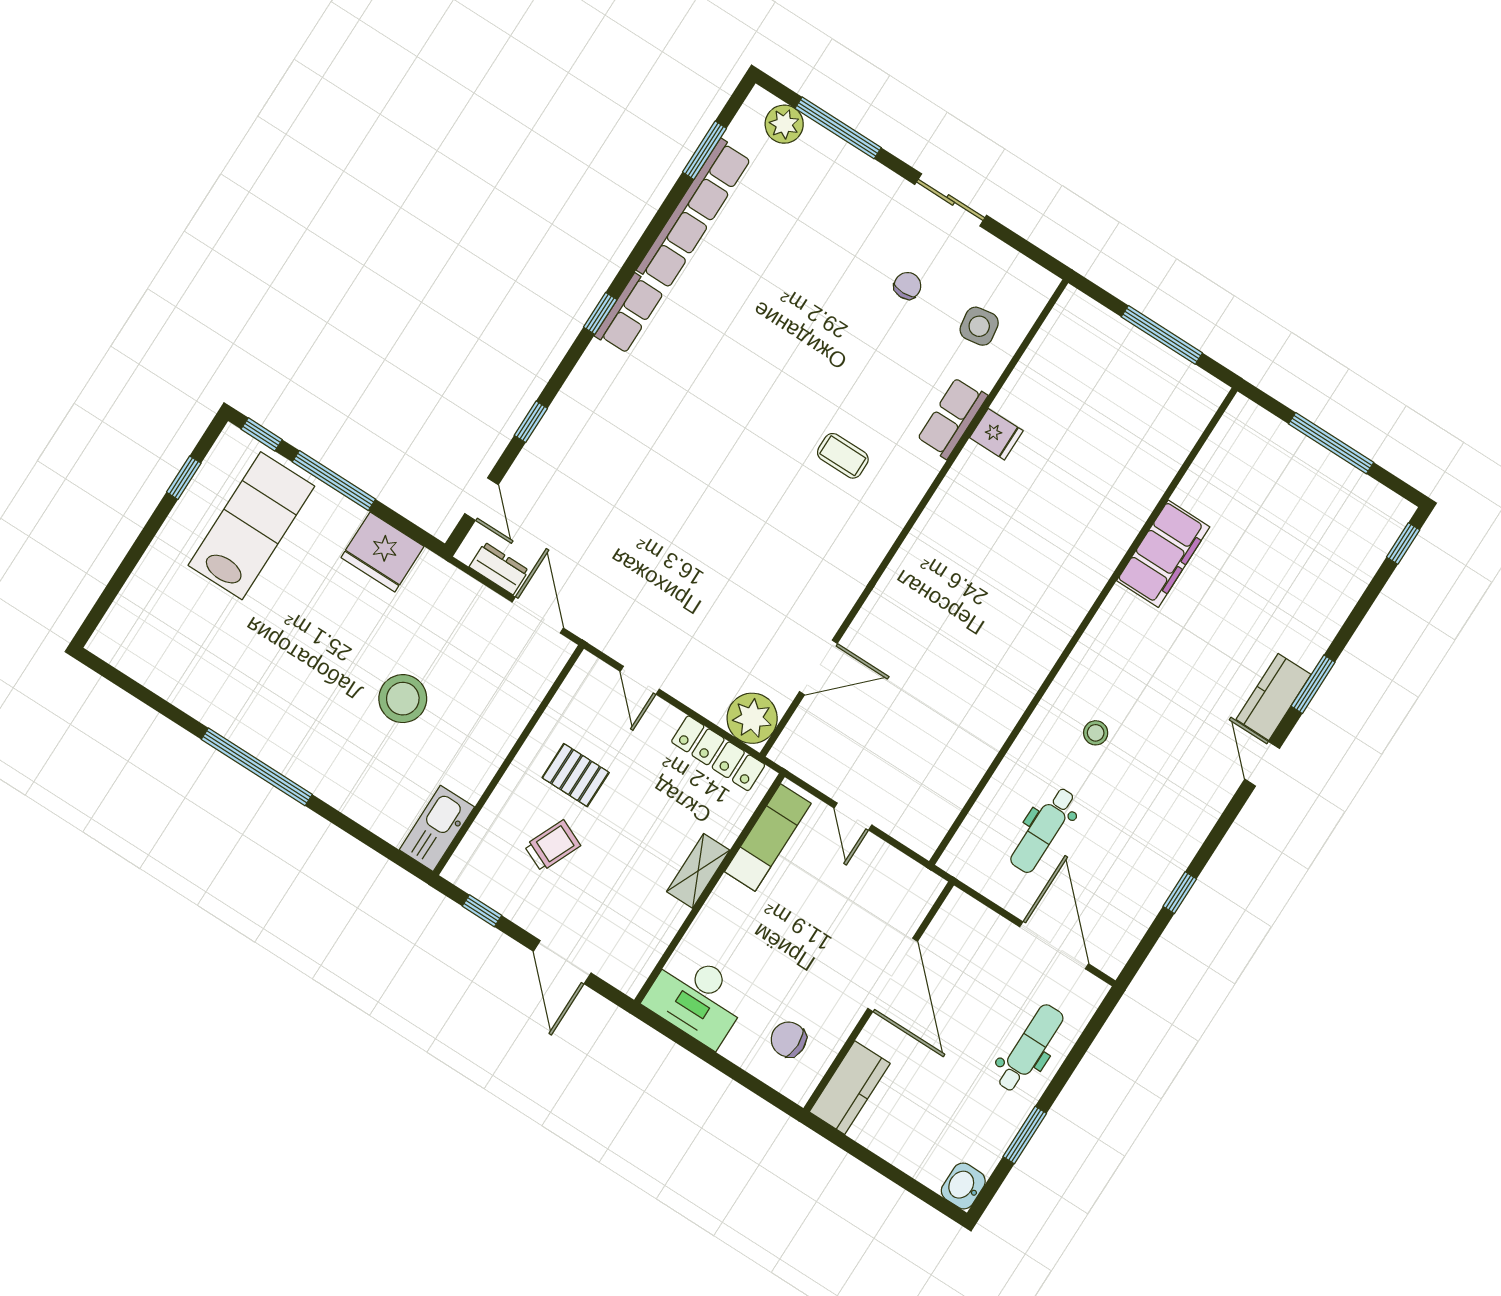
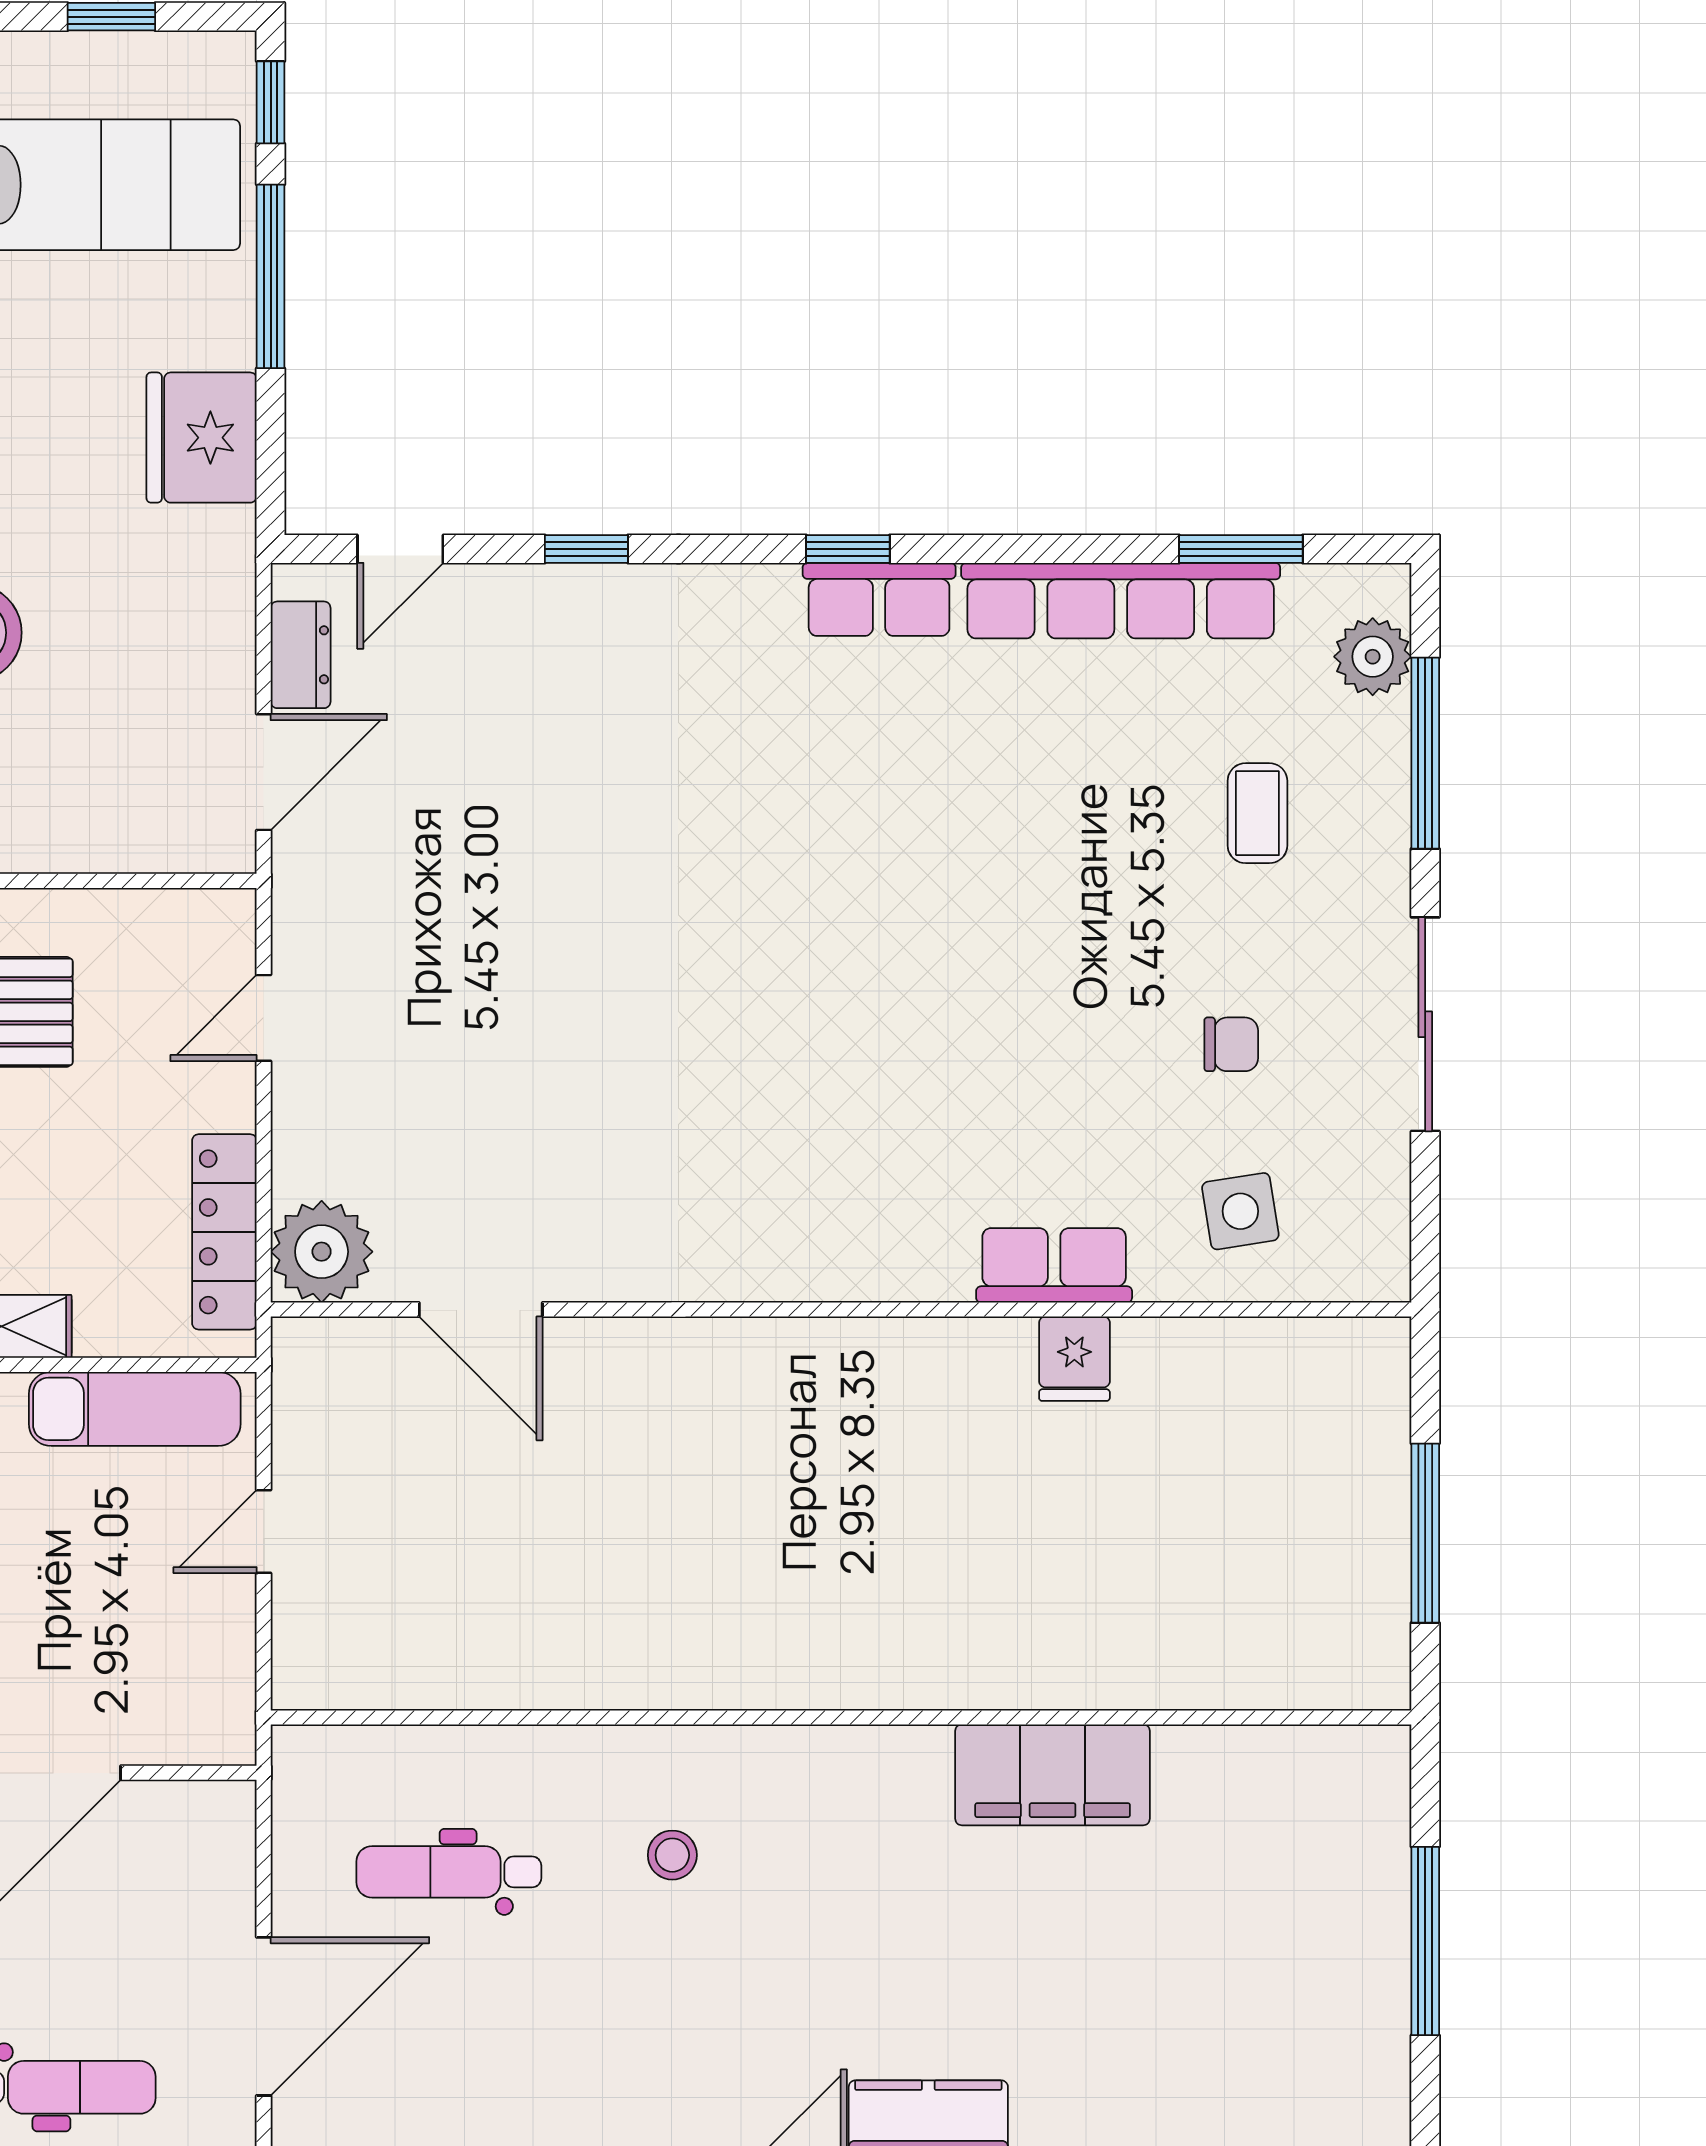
sliding door: (951, 200) -> (1425, 1024), width x1.37
coffee table: (843, 456) -> (1257, 813), moved

